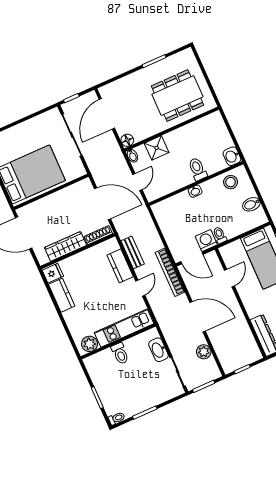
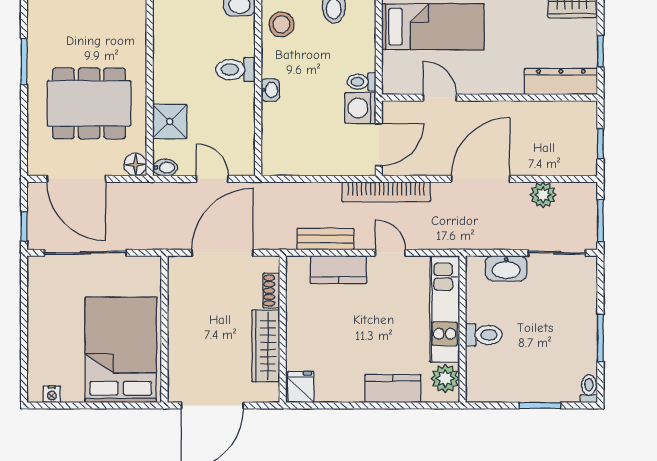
dining table: (177, 96) -> (89, 103), moved, turned 90
shoe rack: (98, 235) -> (271, 291), width x0.70
kitchen counter: (62, 295) -> (393, 389), moved

